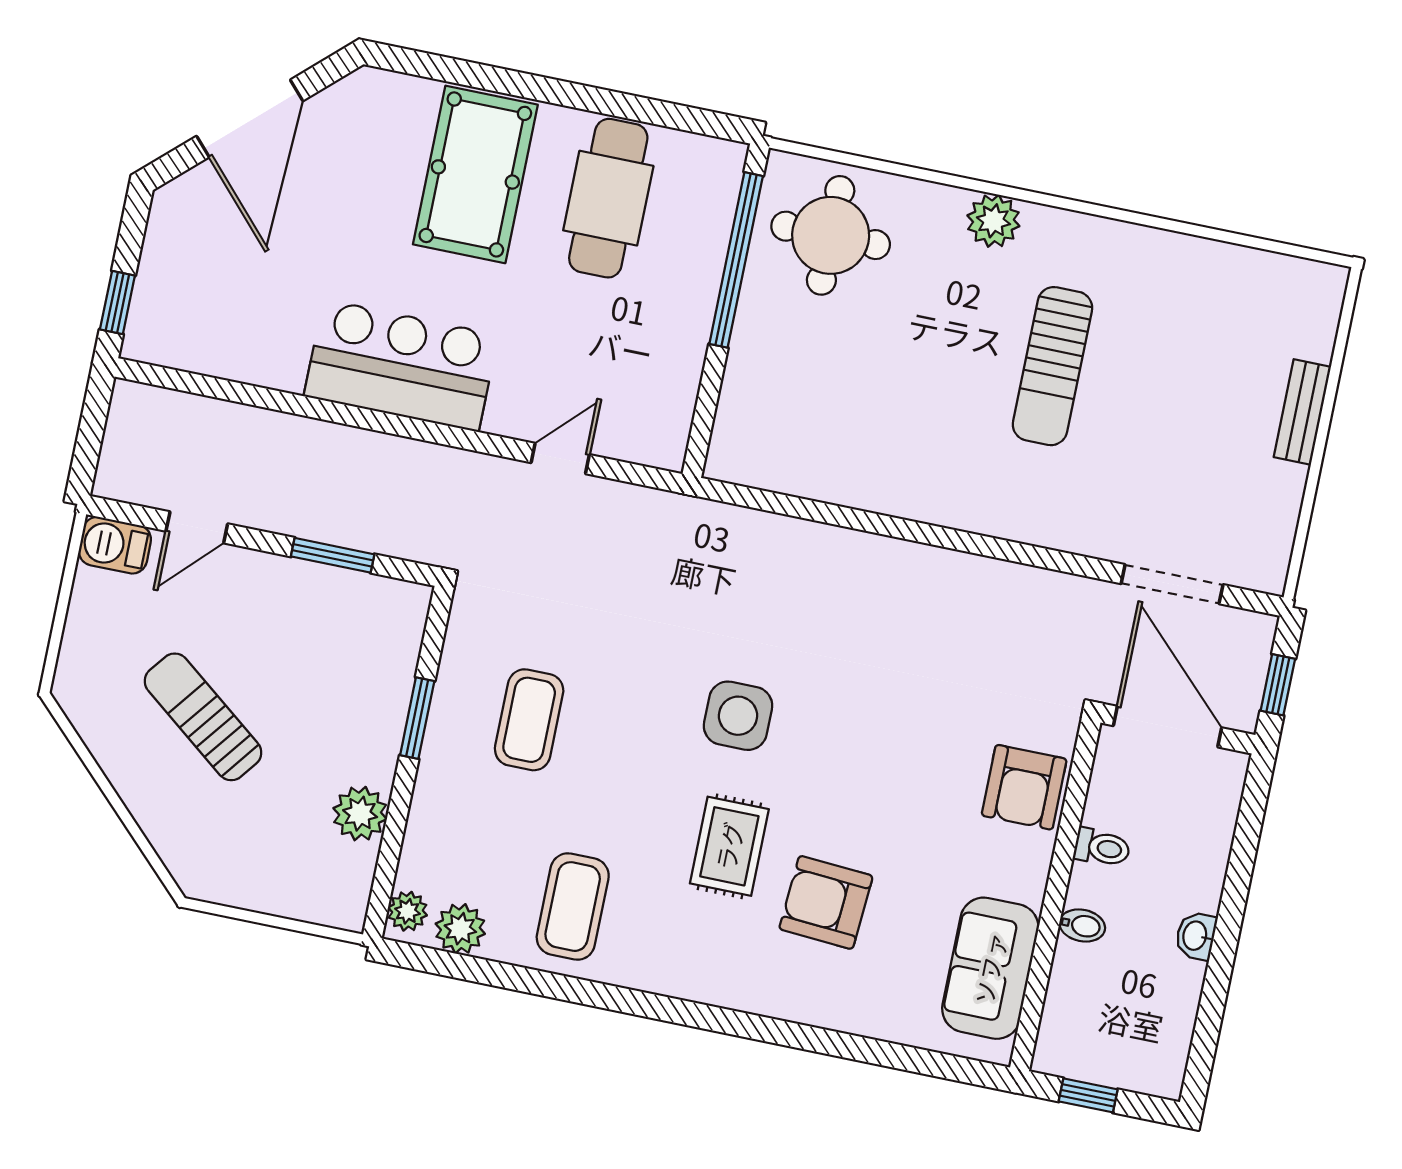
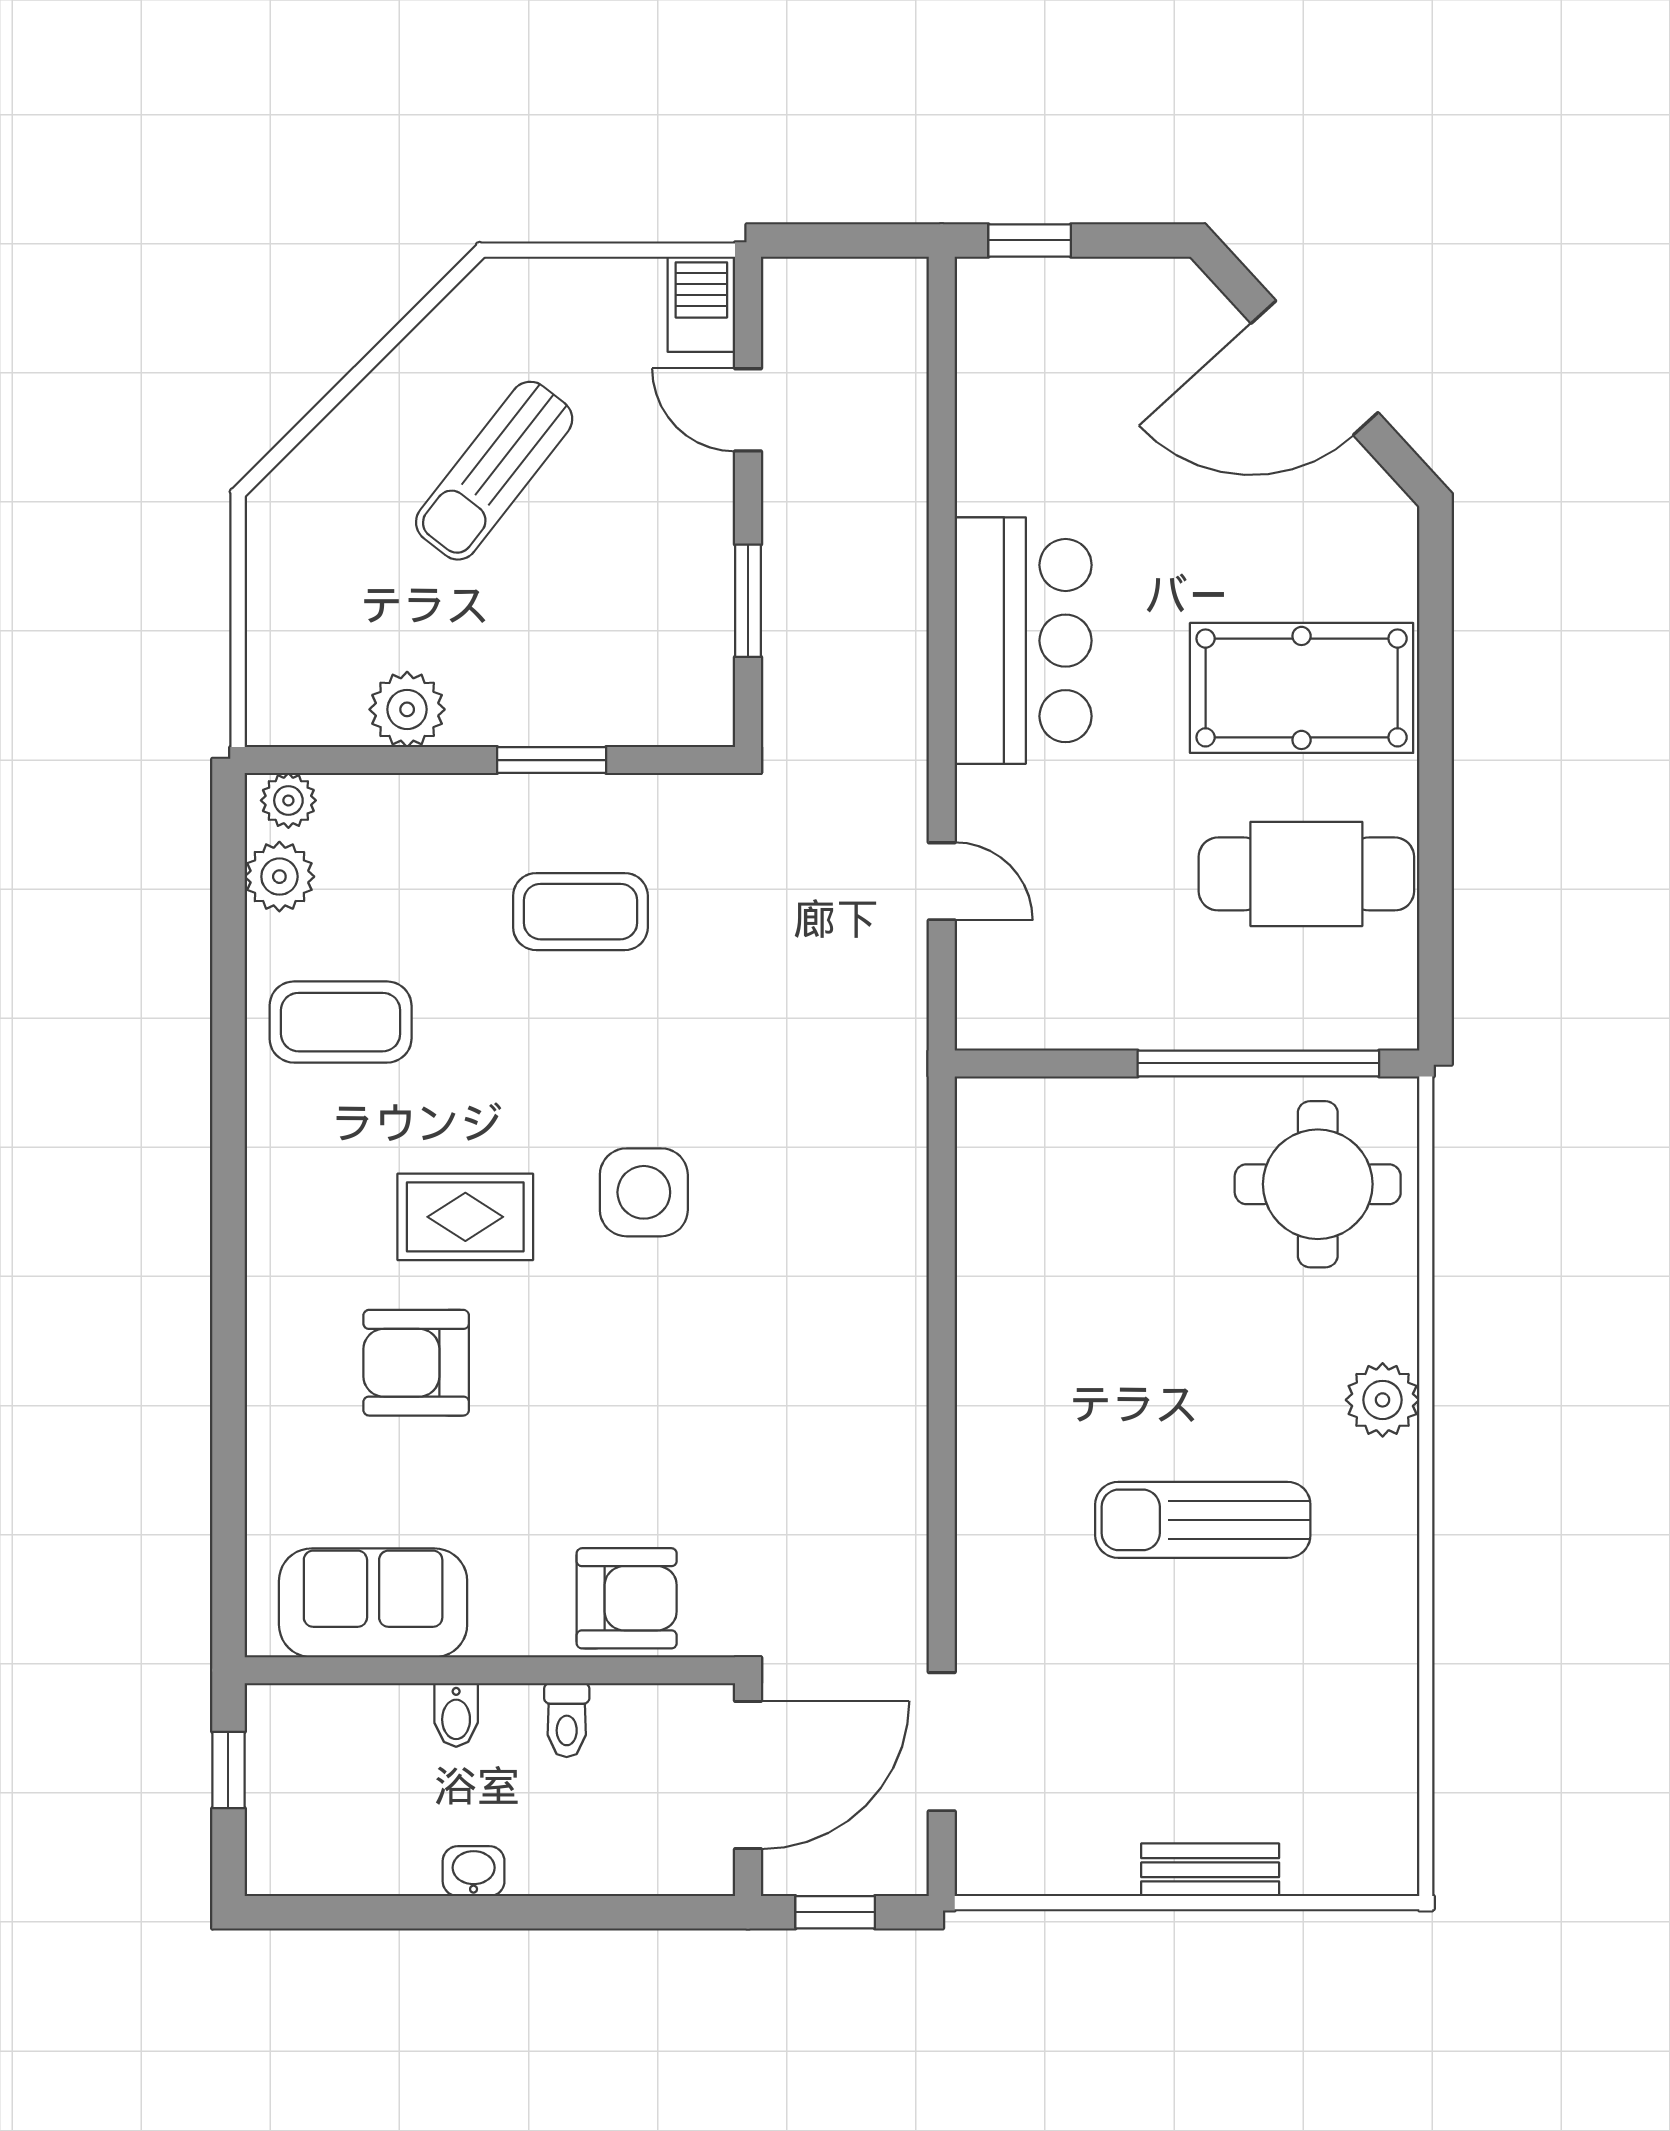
sun lounger: (203, 717) -> (494, 471), turned 180
armchair: (1024, 787) -> (627, 1598), turned 180
armchair: (826, 902) -> (416, 1363), turned -94

